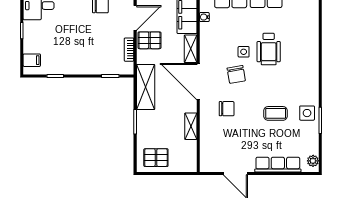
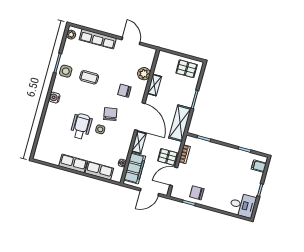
water cooler: (312, 76) -> (54, 98), added
plant: (208, 137) -> (144, 74), added

